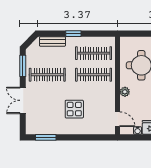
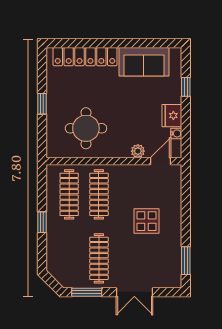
bench: (52, 42) -> (53, 251), removed
plant: (125, 92) -> (138, 151), moved

